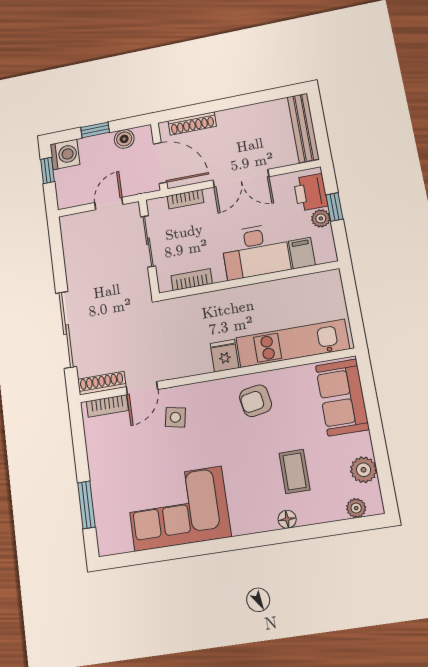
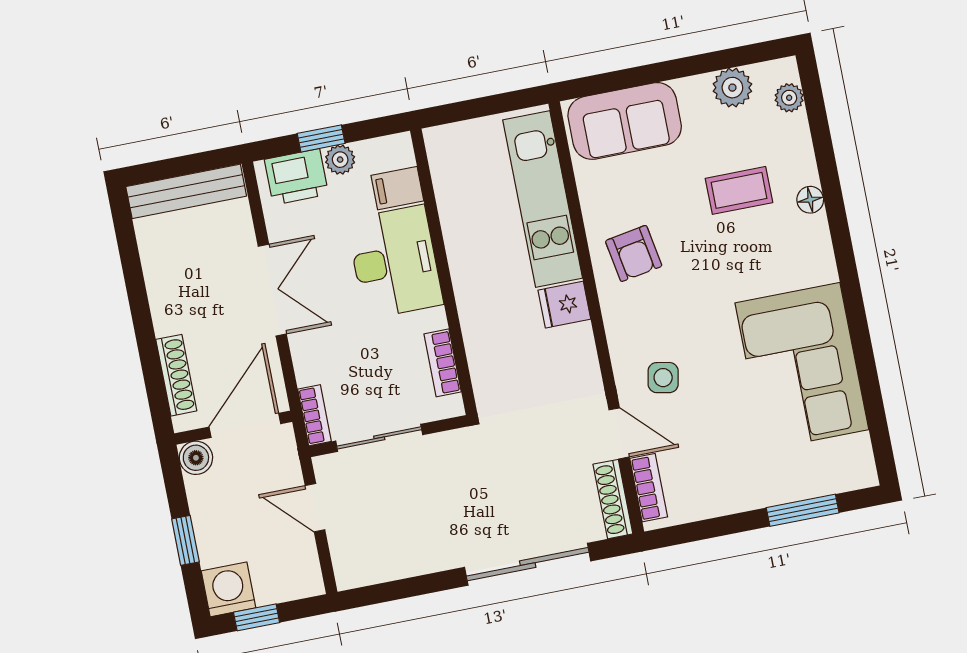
boiler: (124, 139) -> (196, 458), moved
bookcase: (185, 199) -> (315, 415), moved

